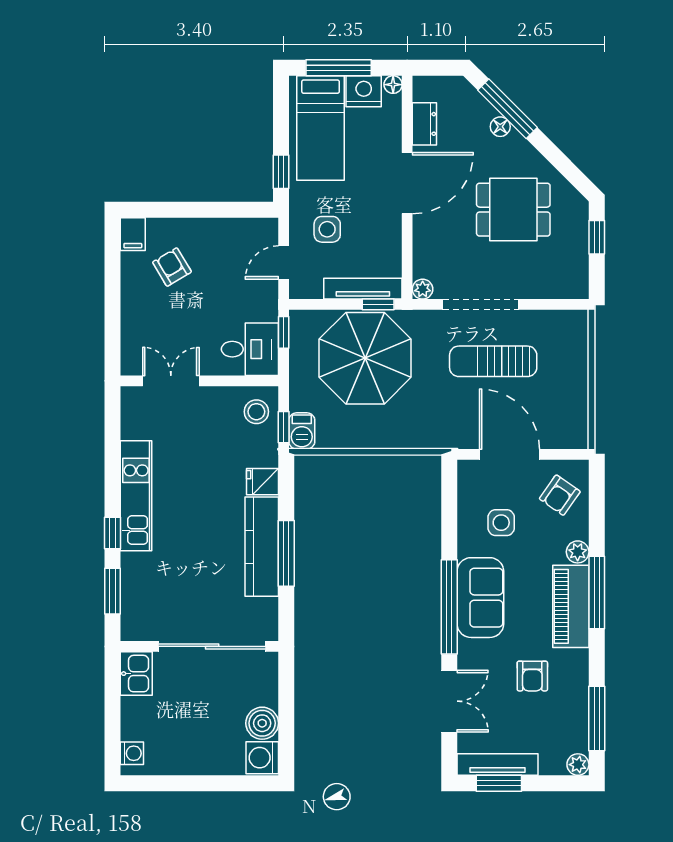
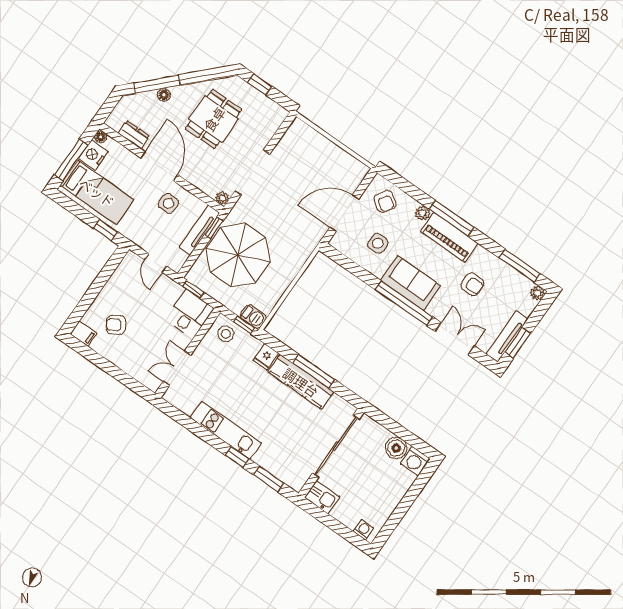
side table: (327, 229) -> (168, 203), moved
sun lounger: (493, 361) -> (288, 187), removed

